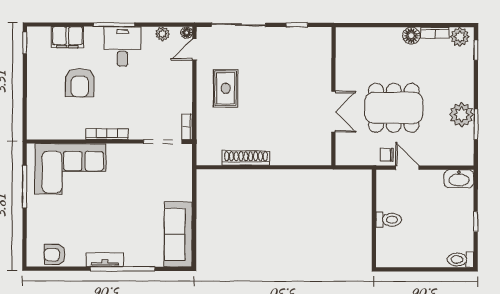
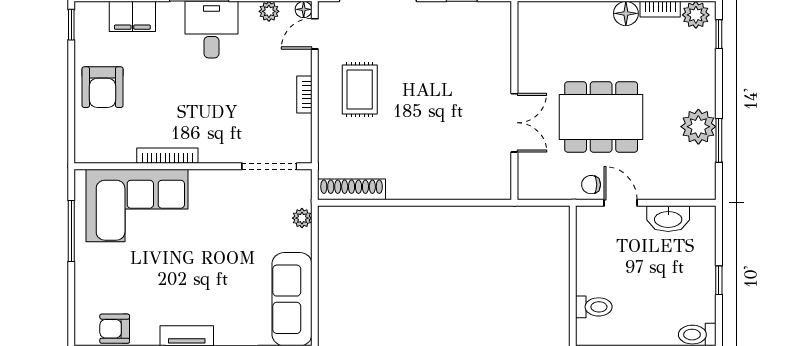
armchair: (80, 83) -> (102, 87), moved
bookcase: (187, 127) -> (304, 95), moved
bookcase: (107, 134) -> (167, 156), moved
shoe rack: (246, 158) -> (352, 189), moved
plant: (185, 178) -> (302, 218), added
washbasin: (459, 179) -> (668, 219), moved
toilet: (389, 220) -> (594, 307), moved

